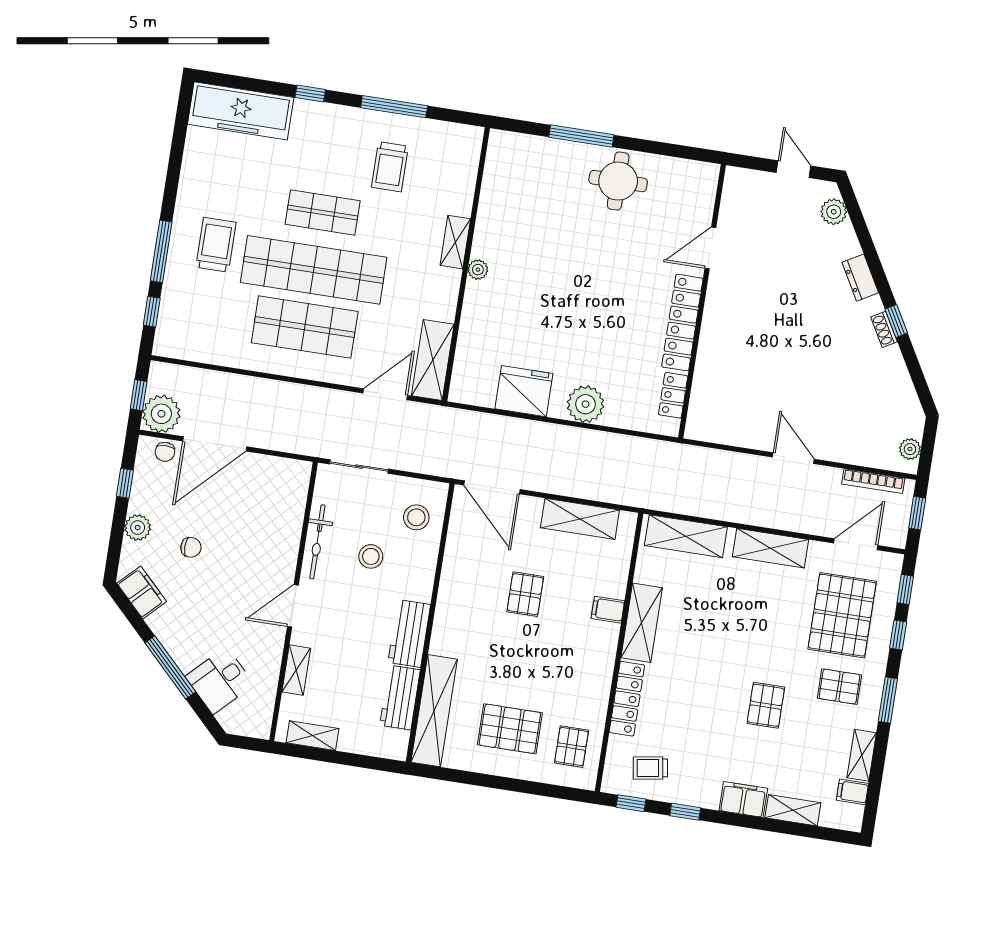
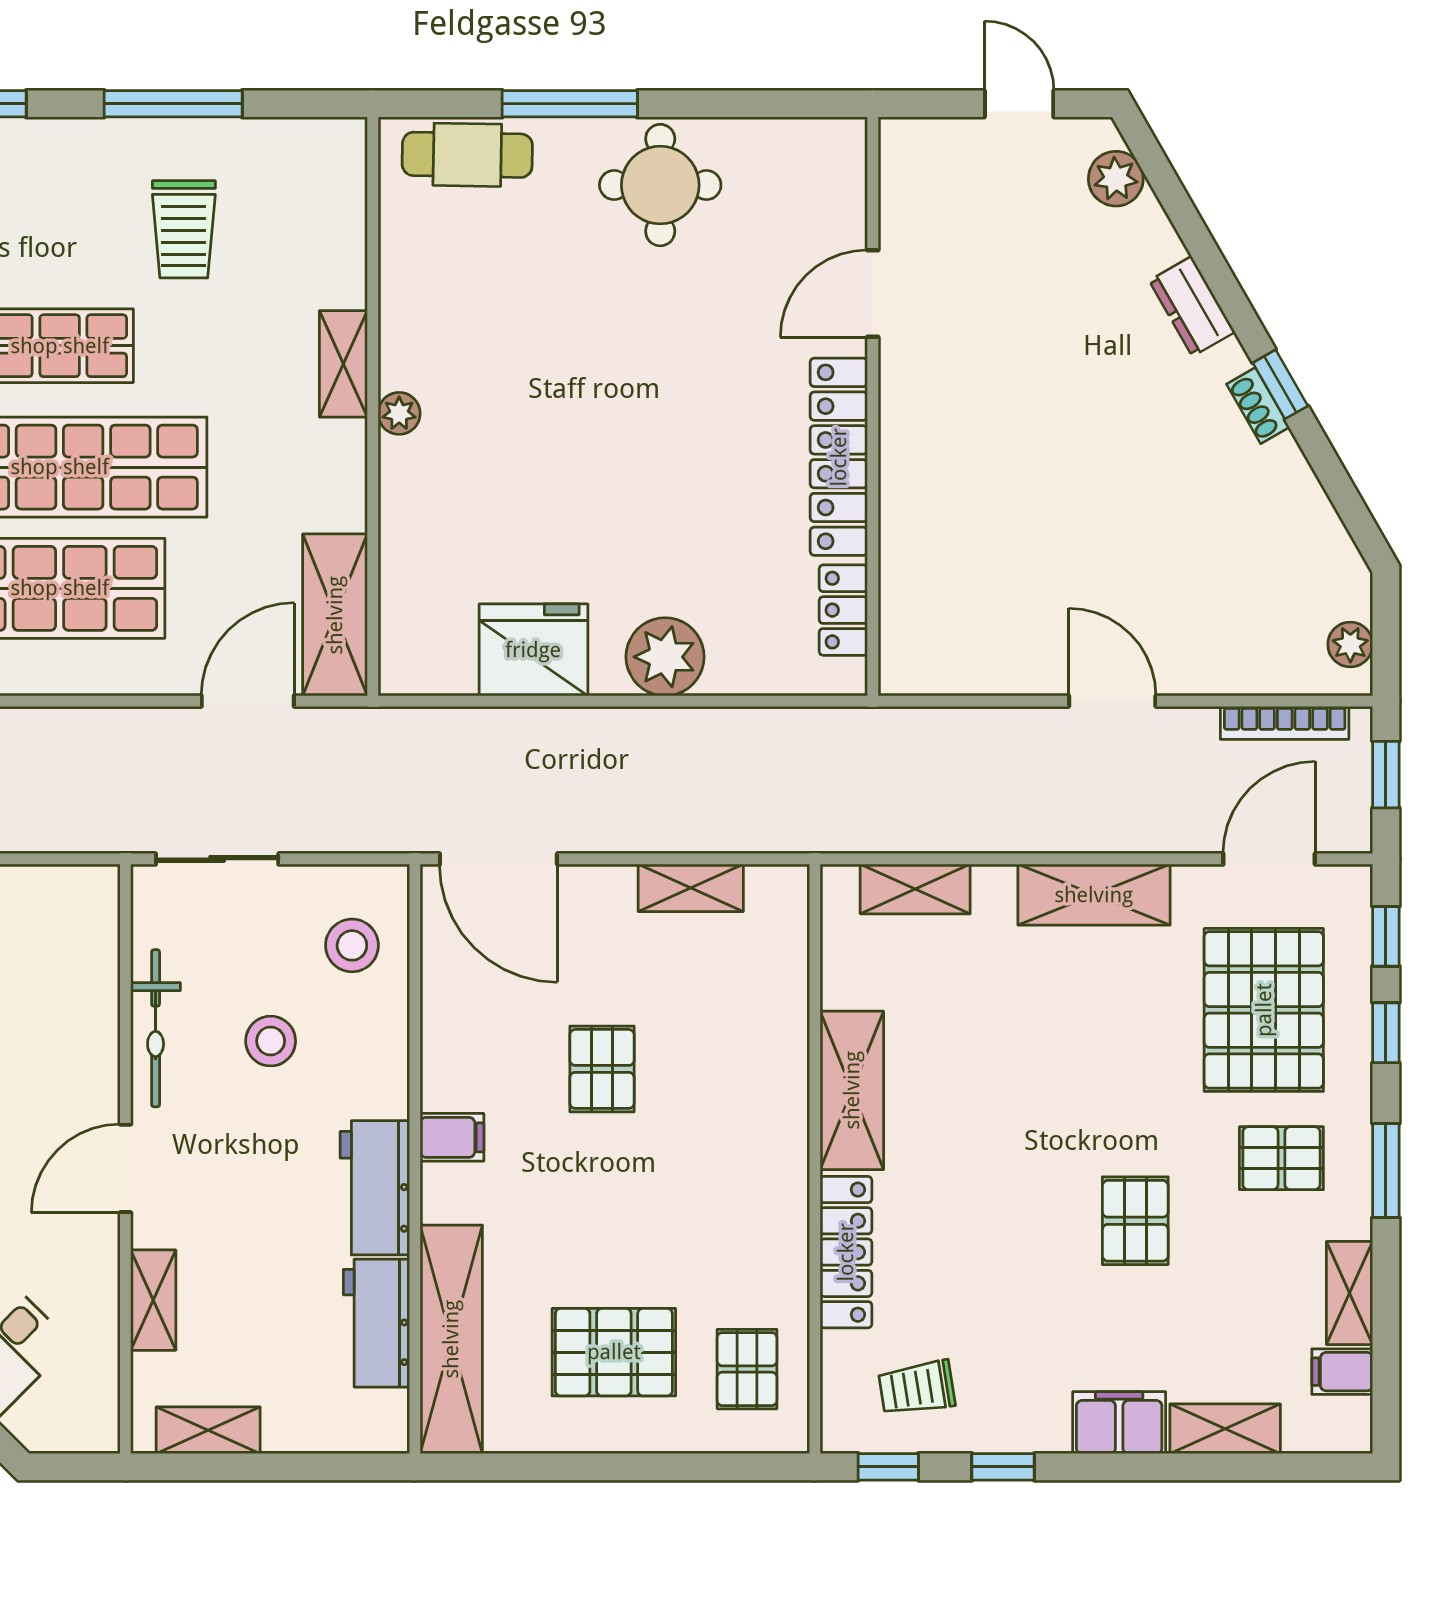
cafe table: (529, 153) -> (467, 155), added
shelving: (580, 519) -> (691, 888), width x0.67, depth x0.75
shelving: (686, 536) -> (915, 889), width x0.67, depth x0.75
filing cabinet: (608, 610) -> (452, 1137), moved, turned 180

